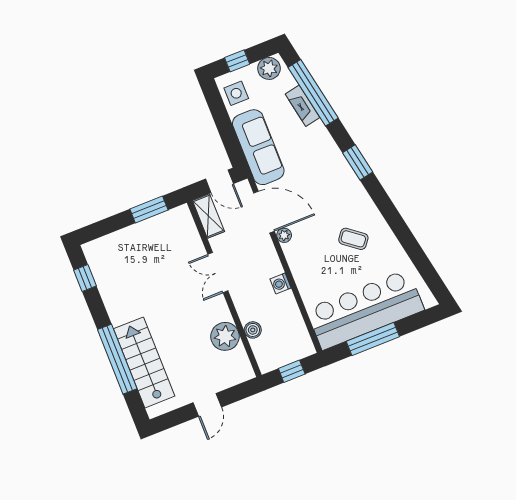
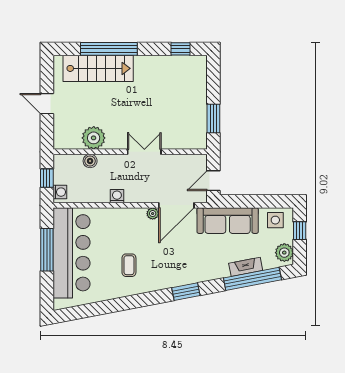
shelving: (208, 216) -> (190, 162), removed
coffee table: (353, 239) -> (129, 265), turned -38
washing machine: (302, 350) -> (60, 192), added

